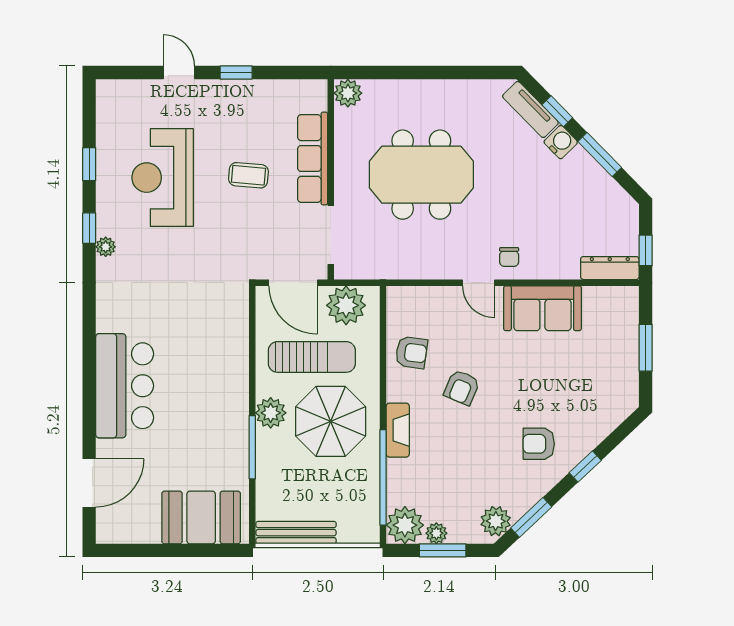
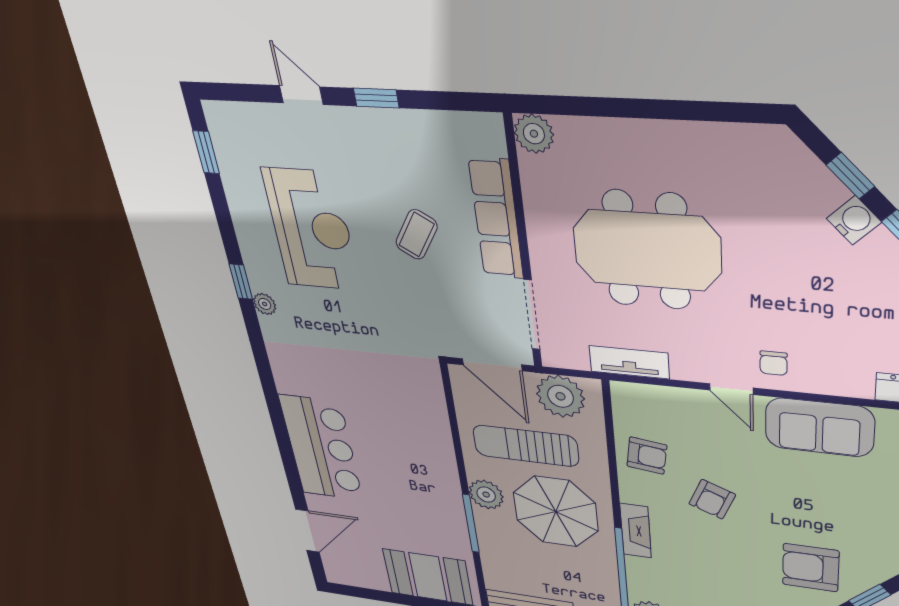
tv unit: (530, 110) -> (629, 362), moved, turned 134
window: (89, 164) -> (206, 152), moved
coffee table: (248, 175) -> (416, 235), turned -64
reception desk: (163, 178) -> (311, 230), turned 180
sun lounger: (312, 357) -> (526, 446), turned 180
armchair: (539, 444) -> (811, 568), width x1.38, depth x1.38

